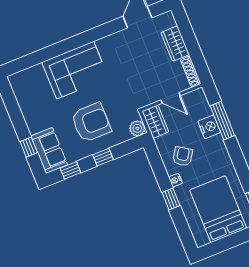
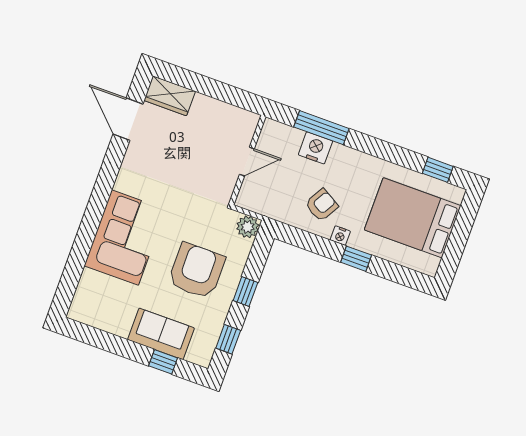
wardrobe: (175, 44) -> (170, 96), moved
shoe rack: (191, 72) -> (238, 115), removed
wardrobe: (155, 122) -> (258, 201), removed
sofa: (49, 151) -> (161, 334), moved
armchair: (183, 156) -> (322, 205), turned 86

